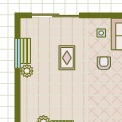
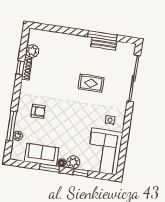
armchair: (104, 63) -> (38, 111), moved
plant: (27, 71) -> (84, 42), removed

